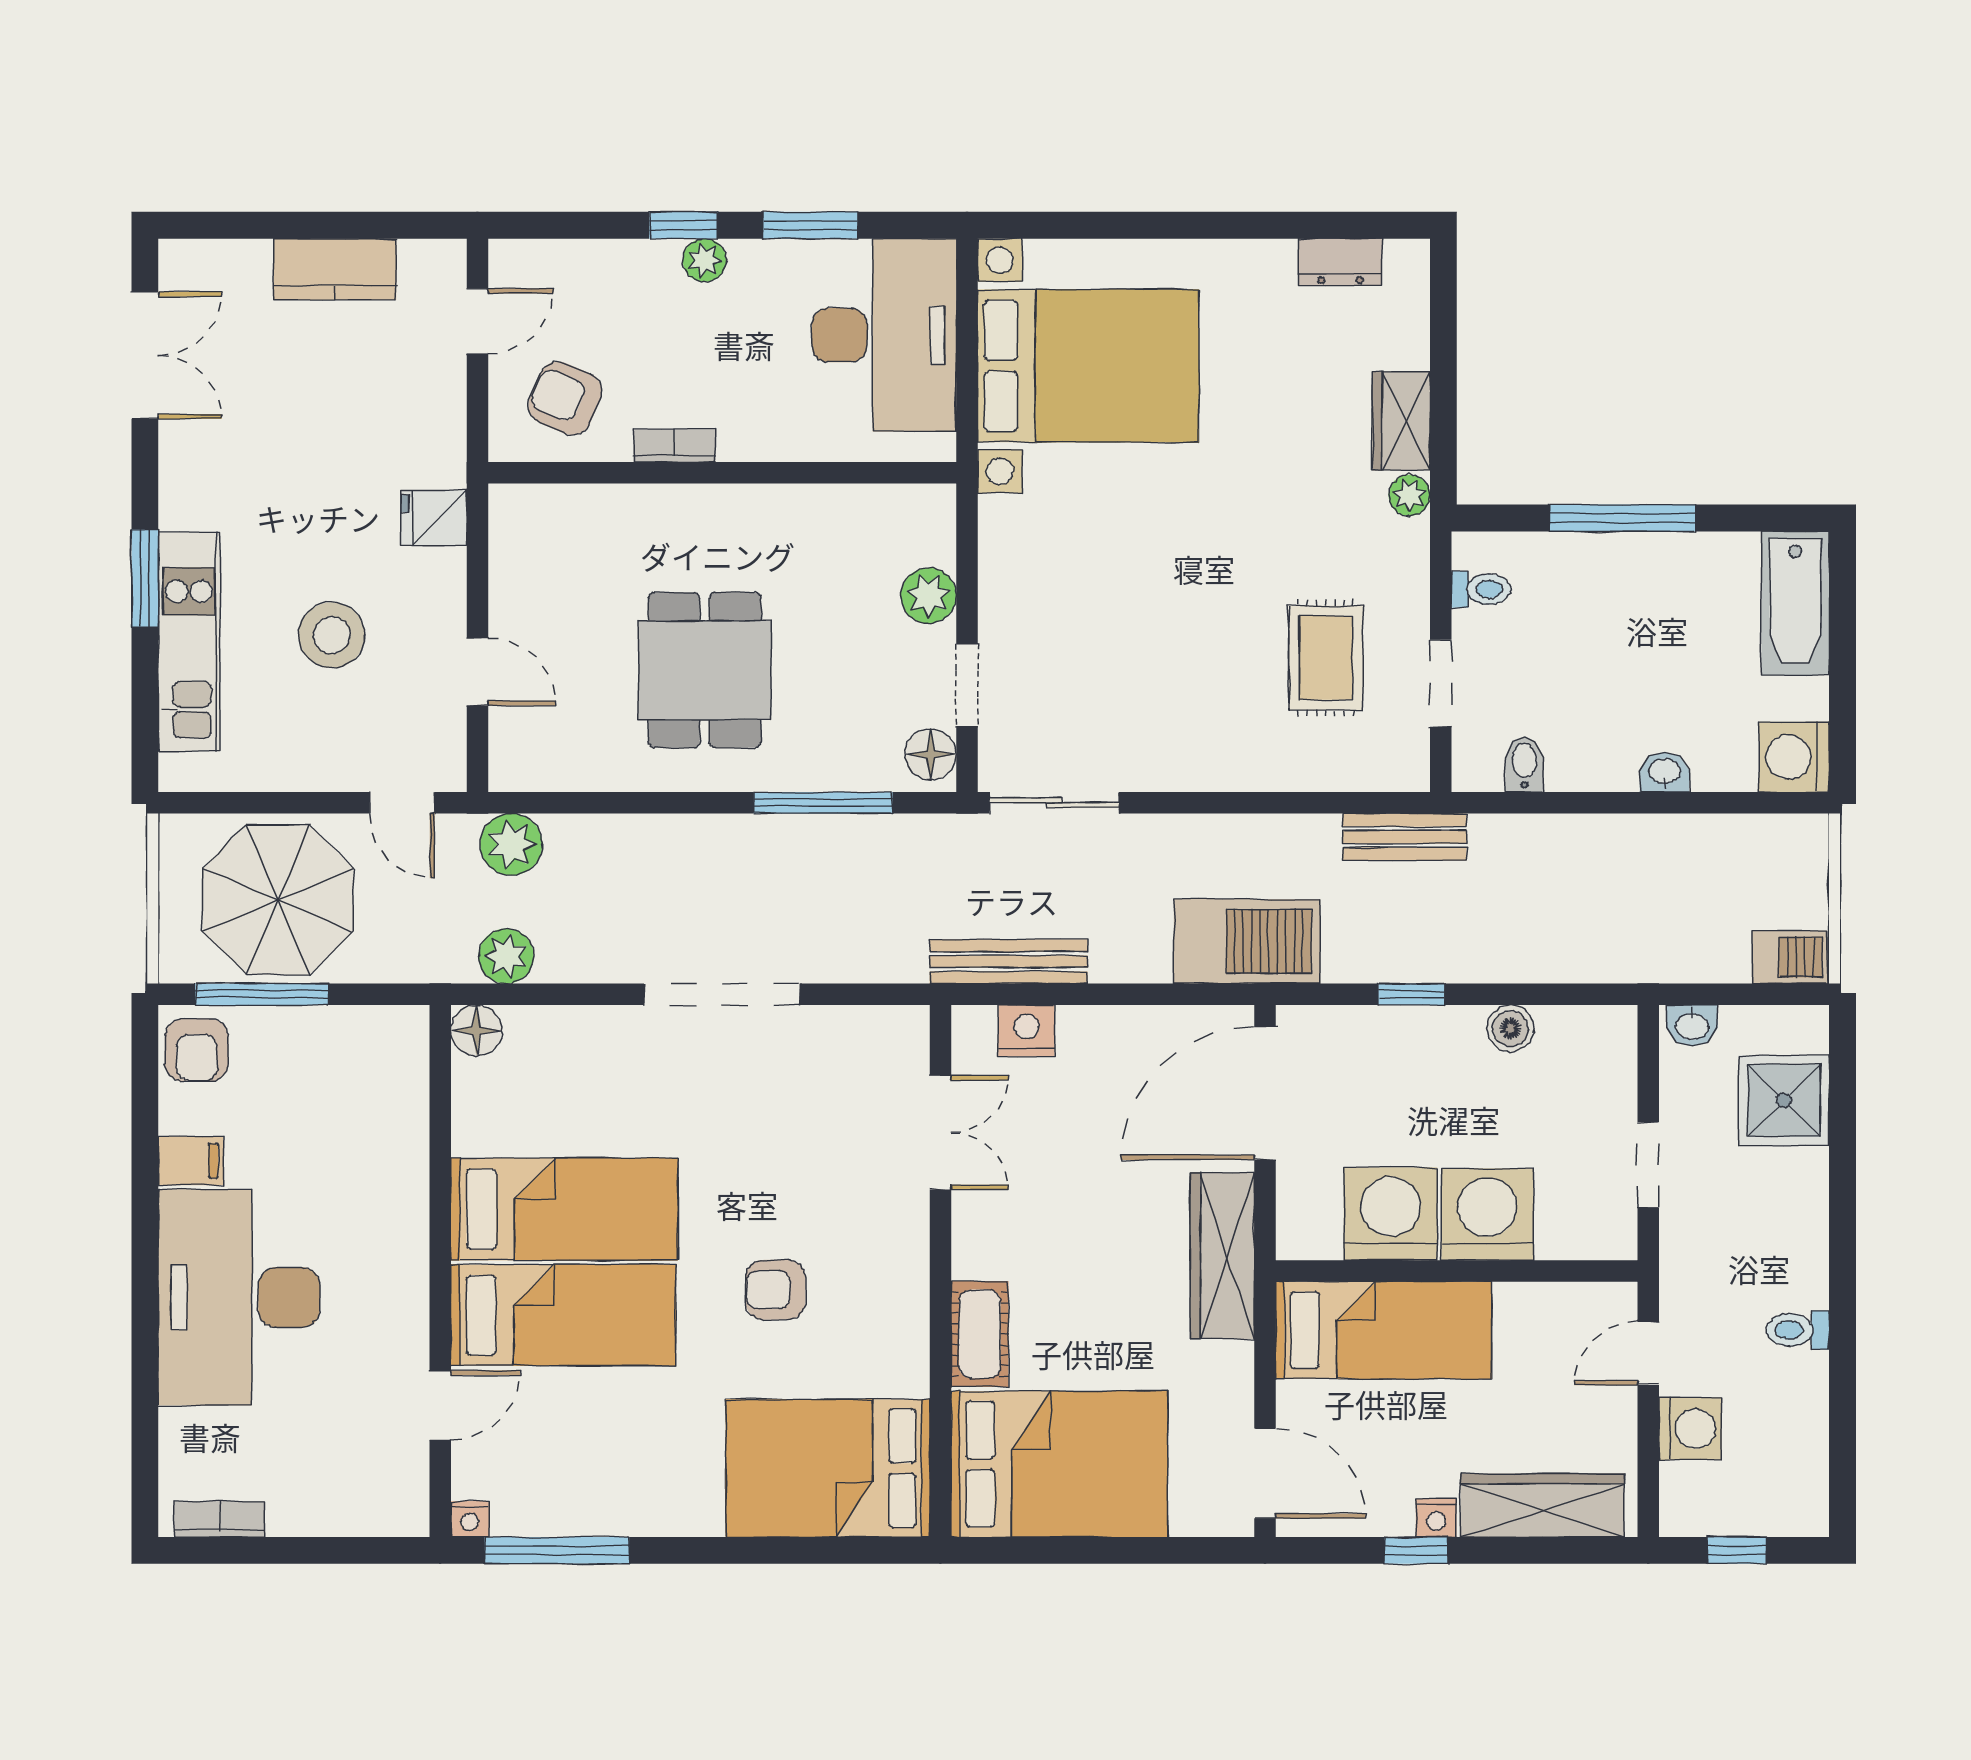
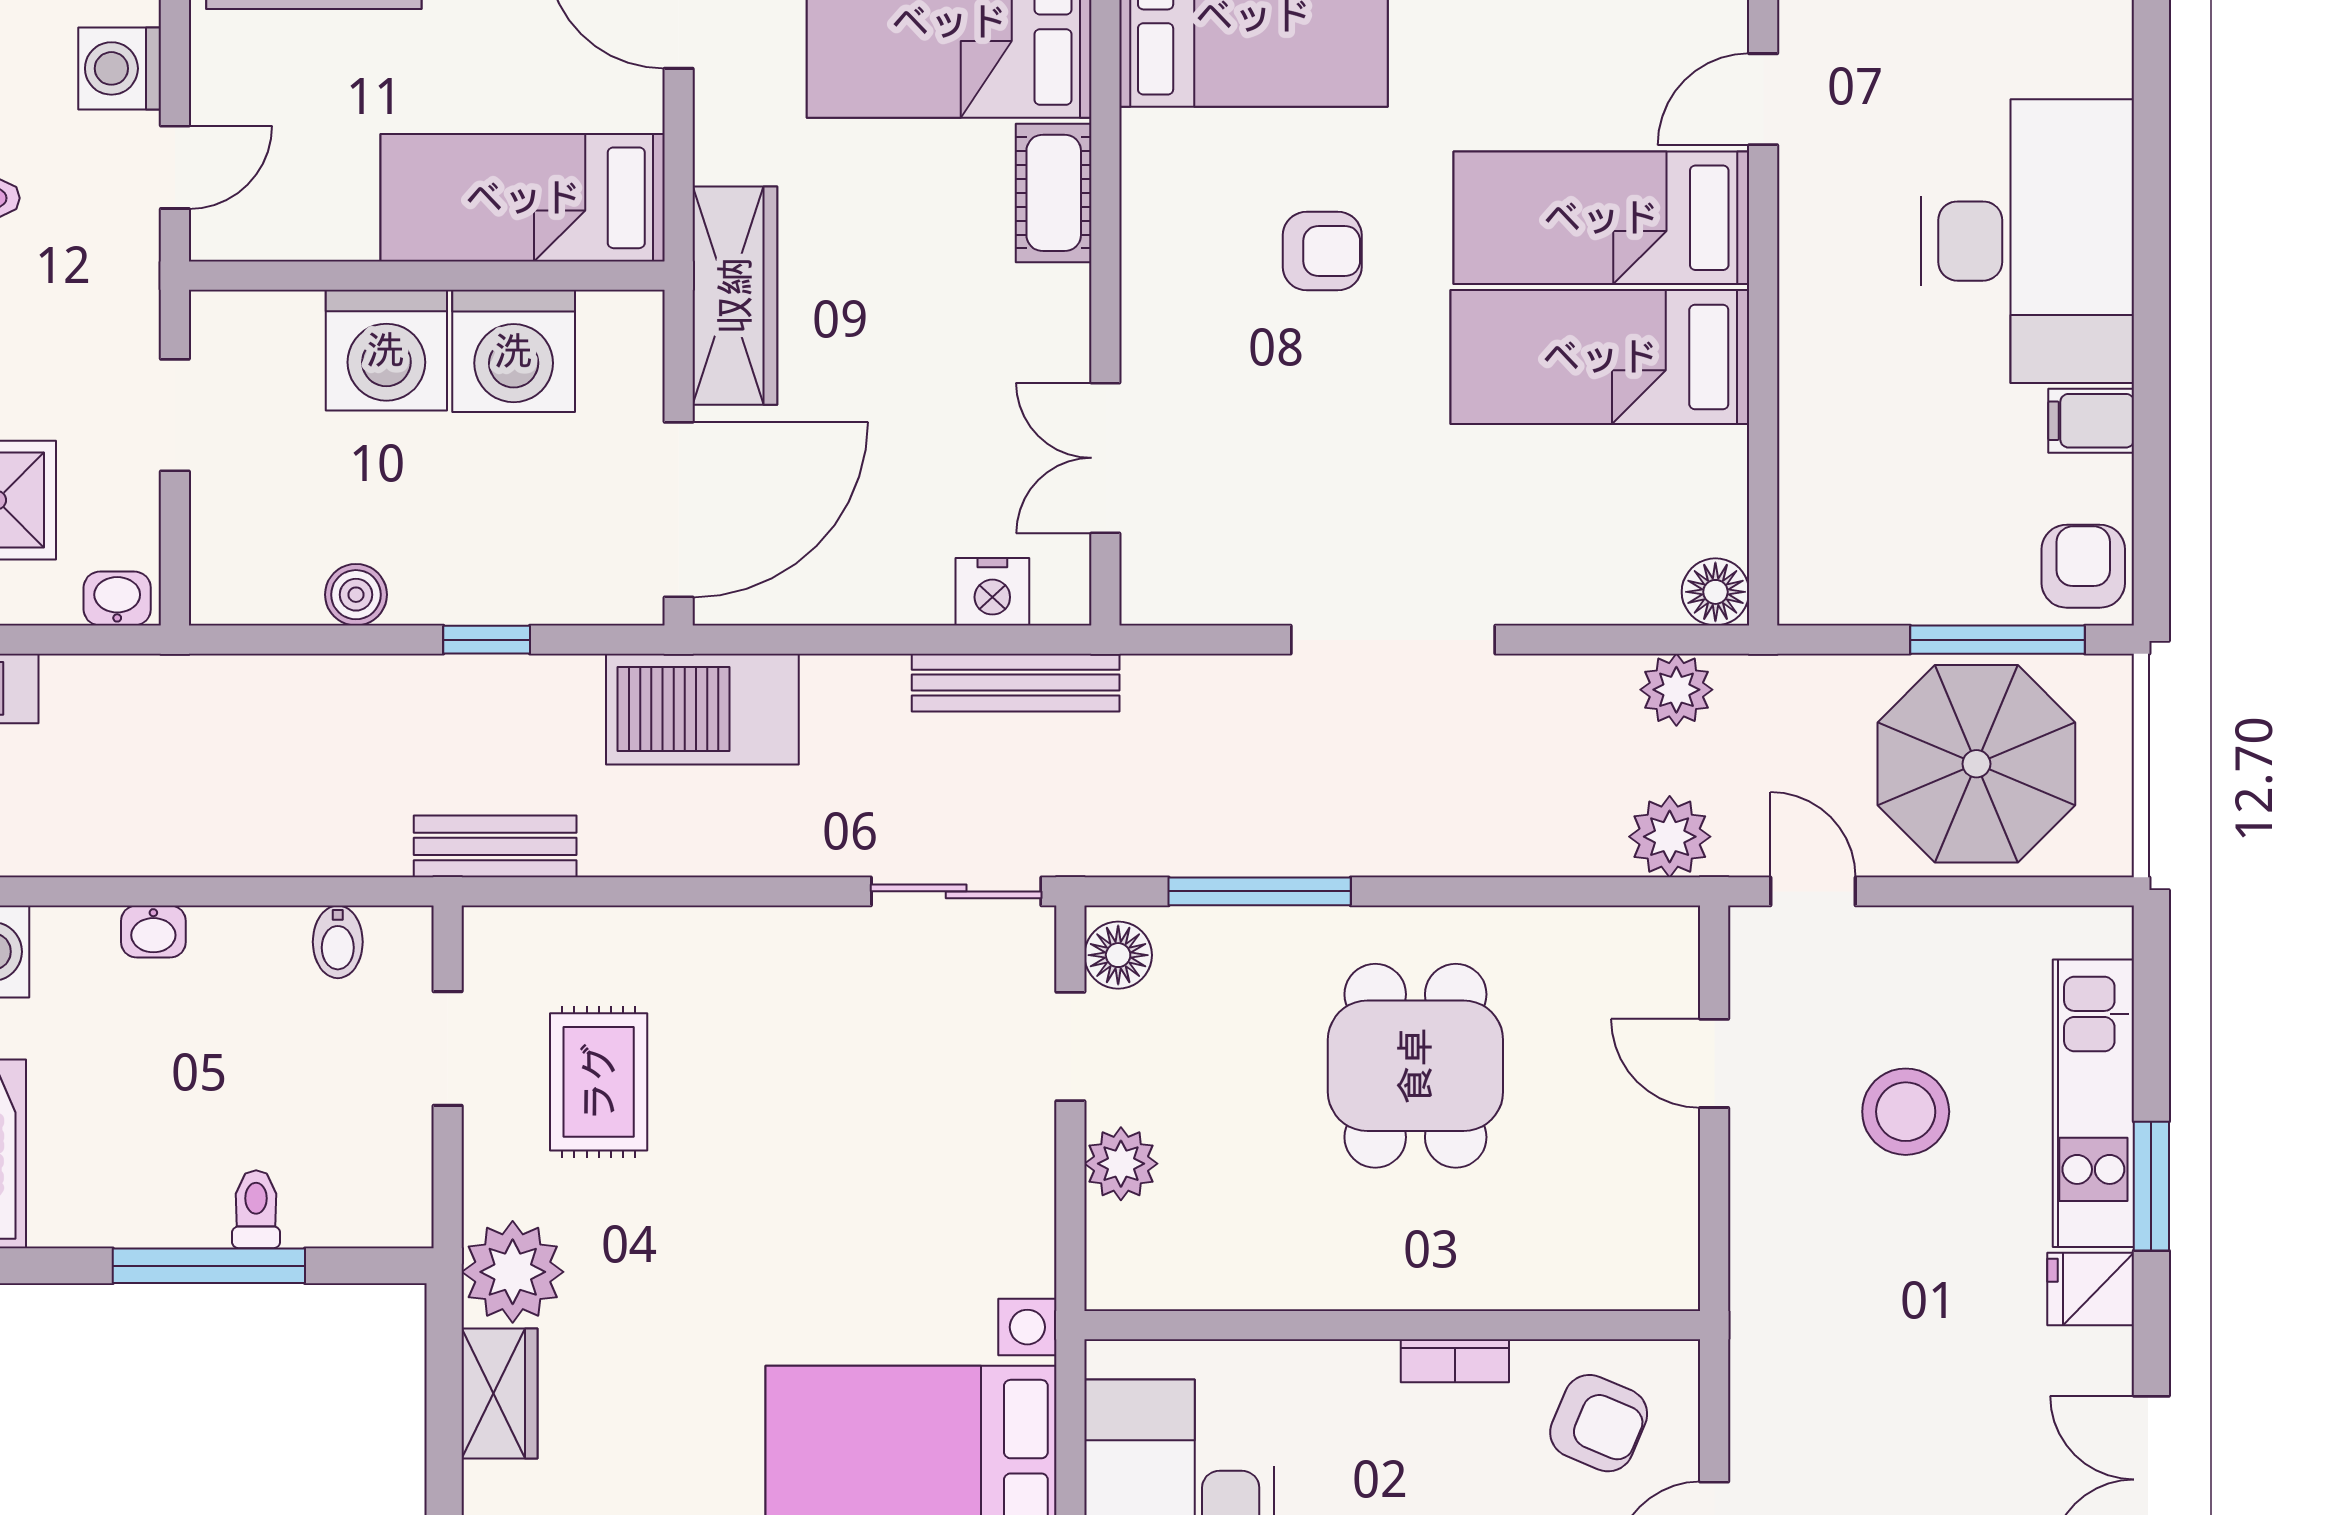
plant: (1409, 495) -> (513, 1272), width x1.88, depth x1.88
fridge: (434, 518) -> (2091, 1289), moved, turned 180
toilet: (1481, 589) -> (256, 1209), moved, turned 90

